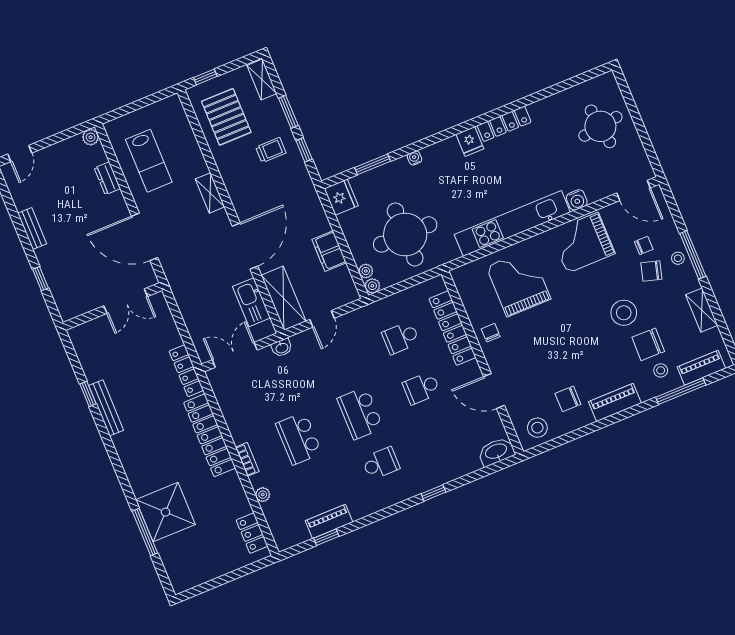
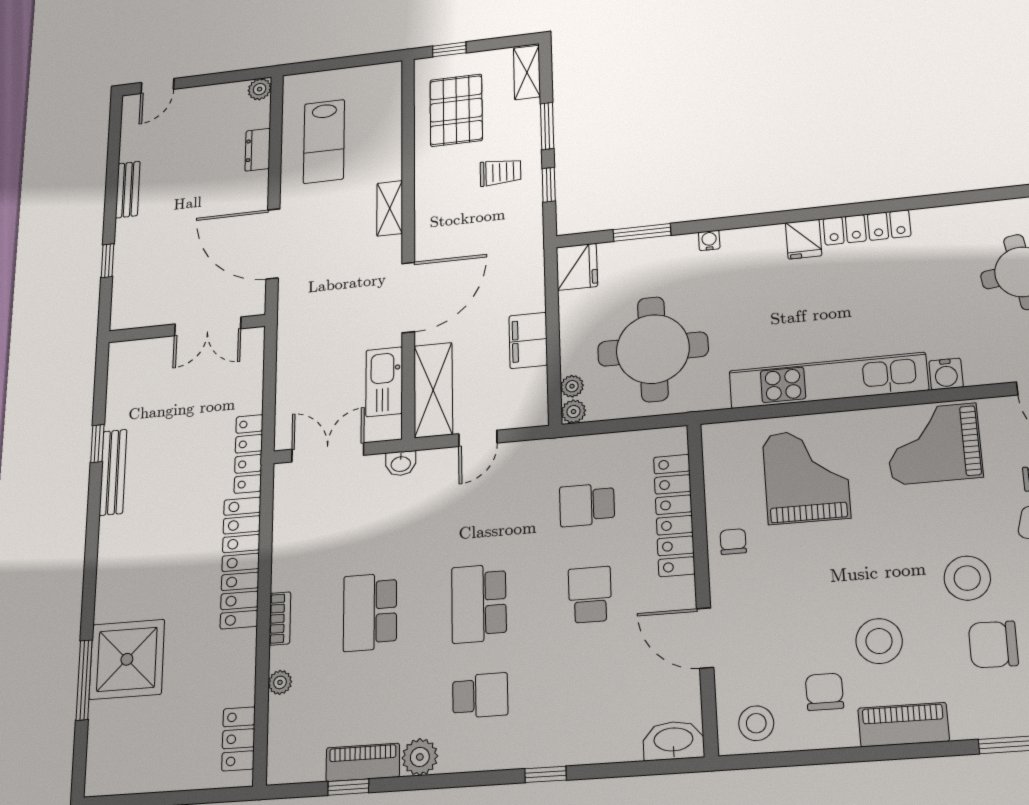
stool: (661, 370) -> (879, 641), moved, width x1.89, depth x1.89
school desk: (421, 388) -> (590, 595), turned 90
chair: (568, 399) -> (824, 692), turned 90
plant: (360, 508) -> (420, 757), added

